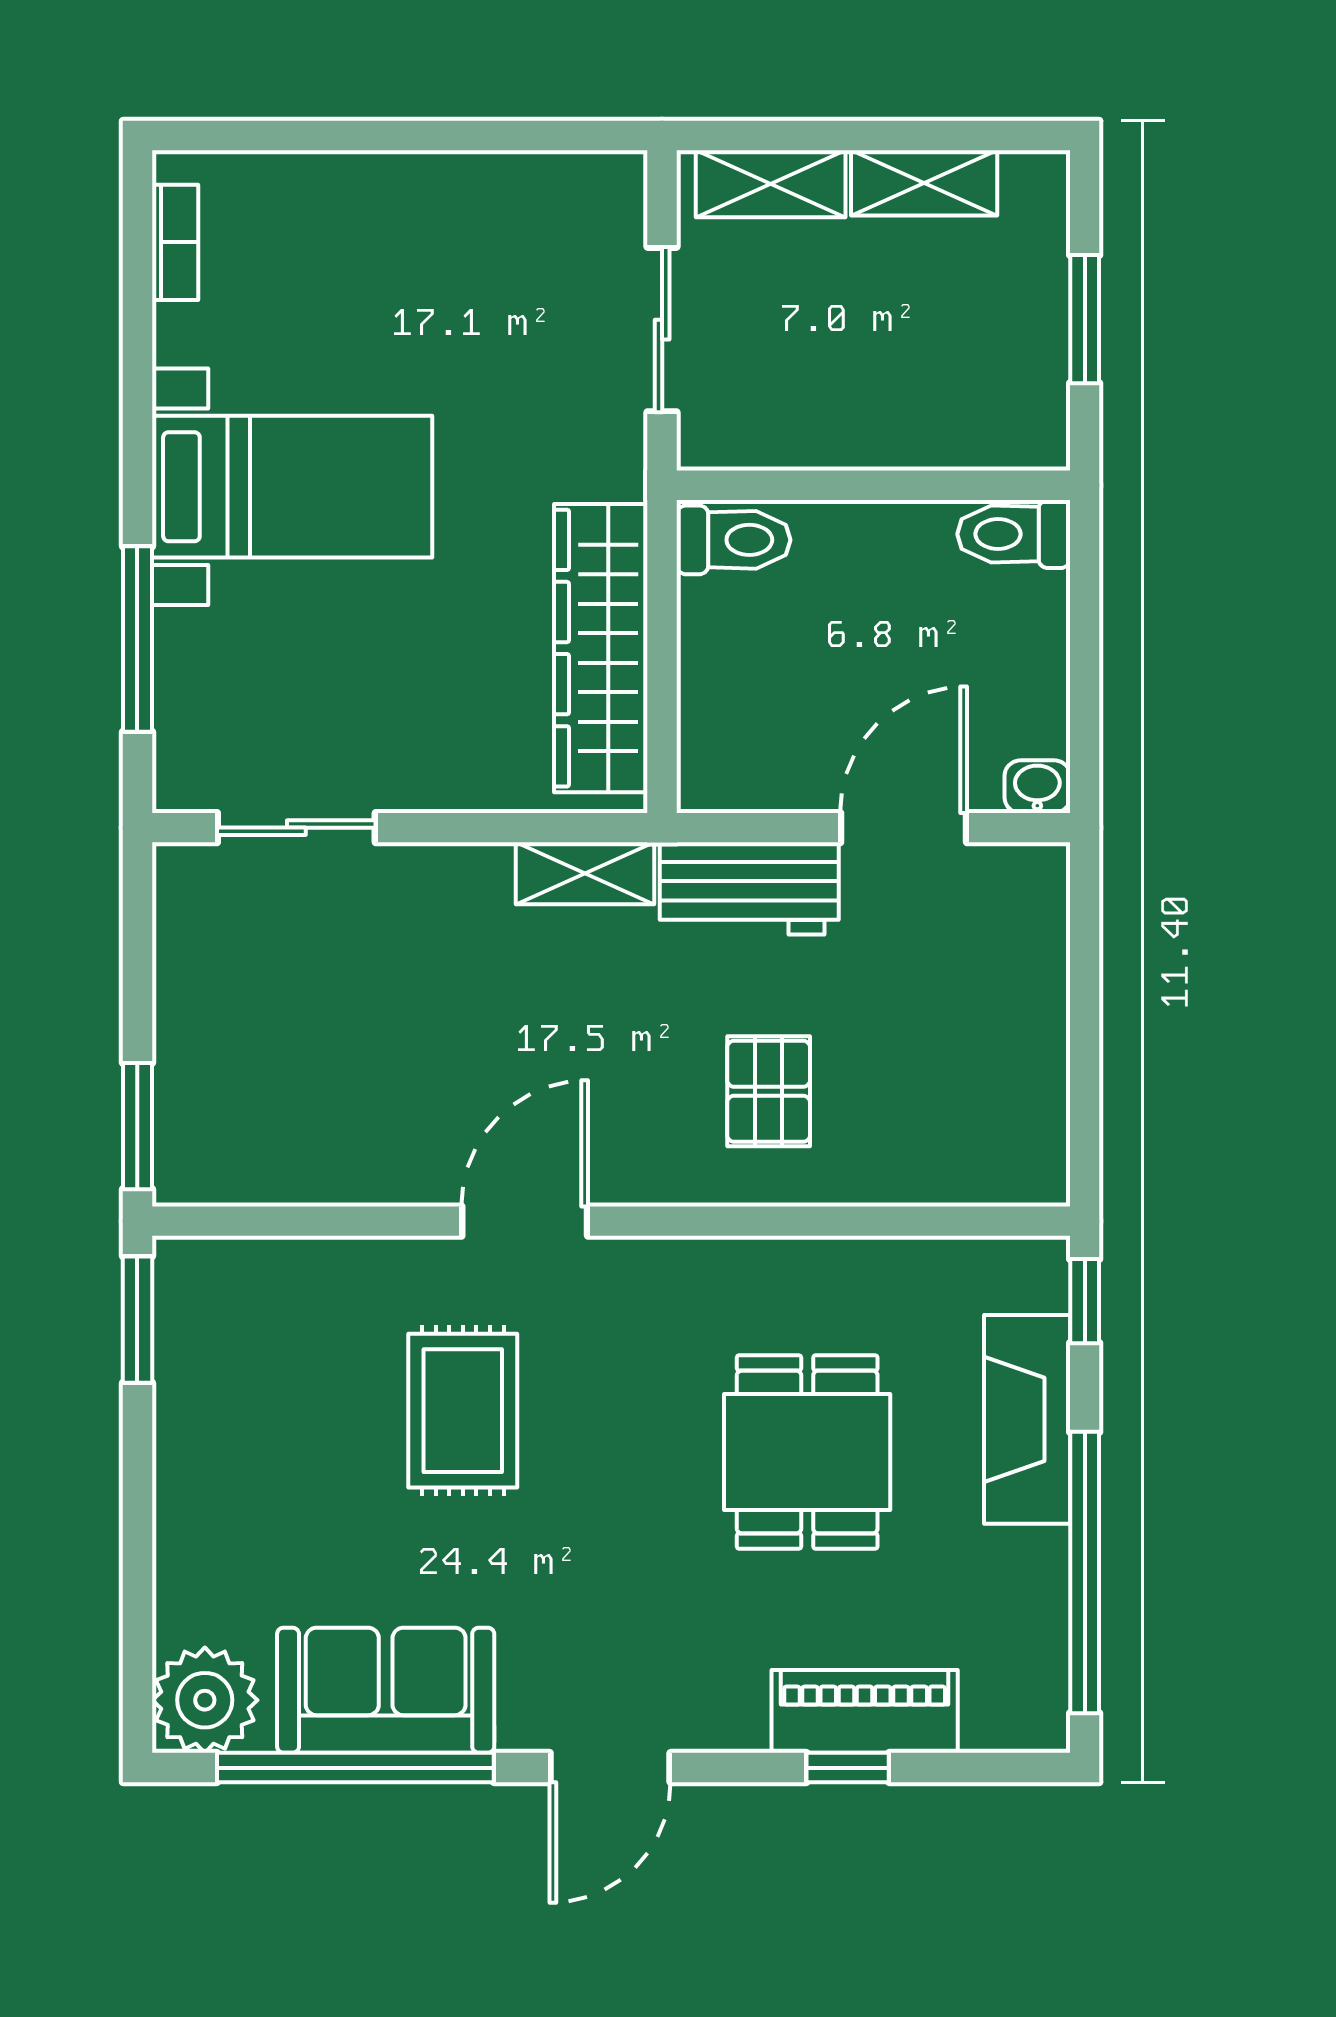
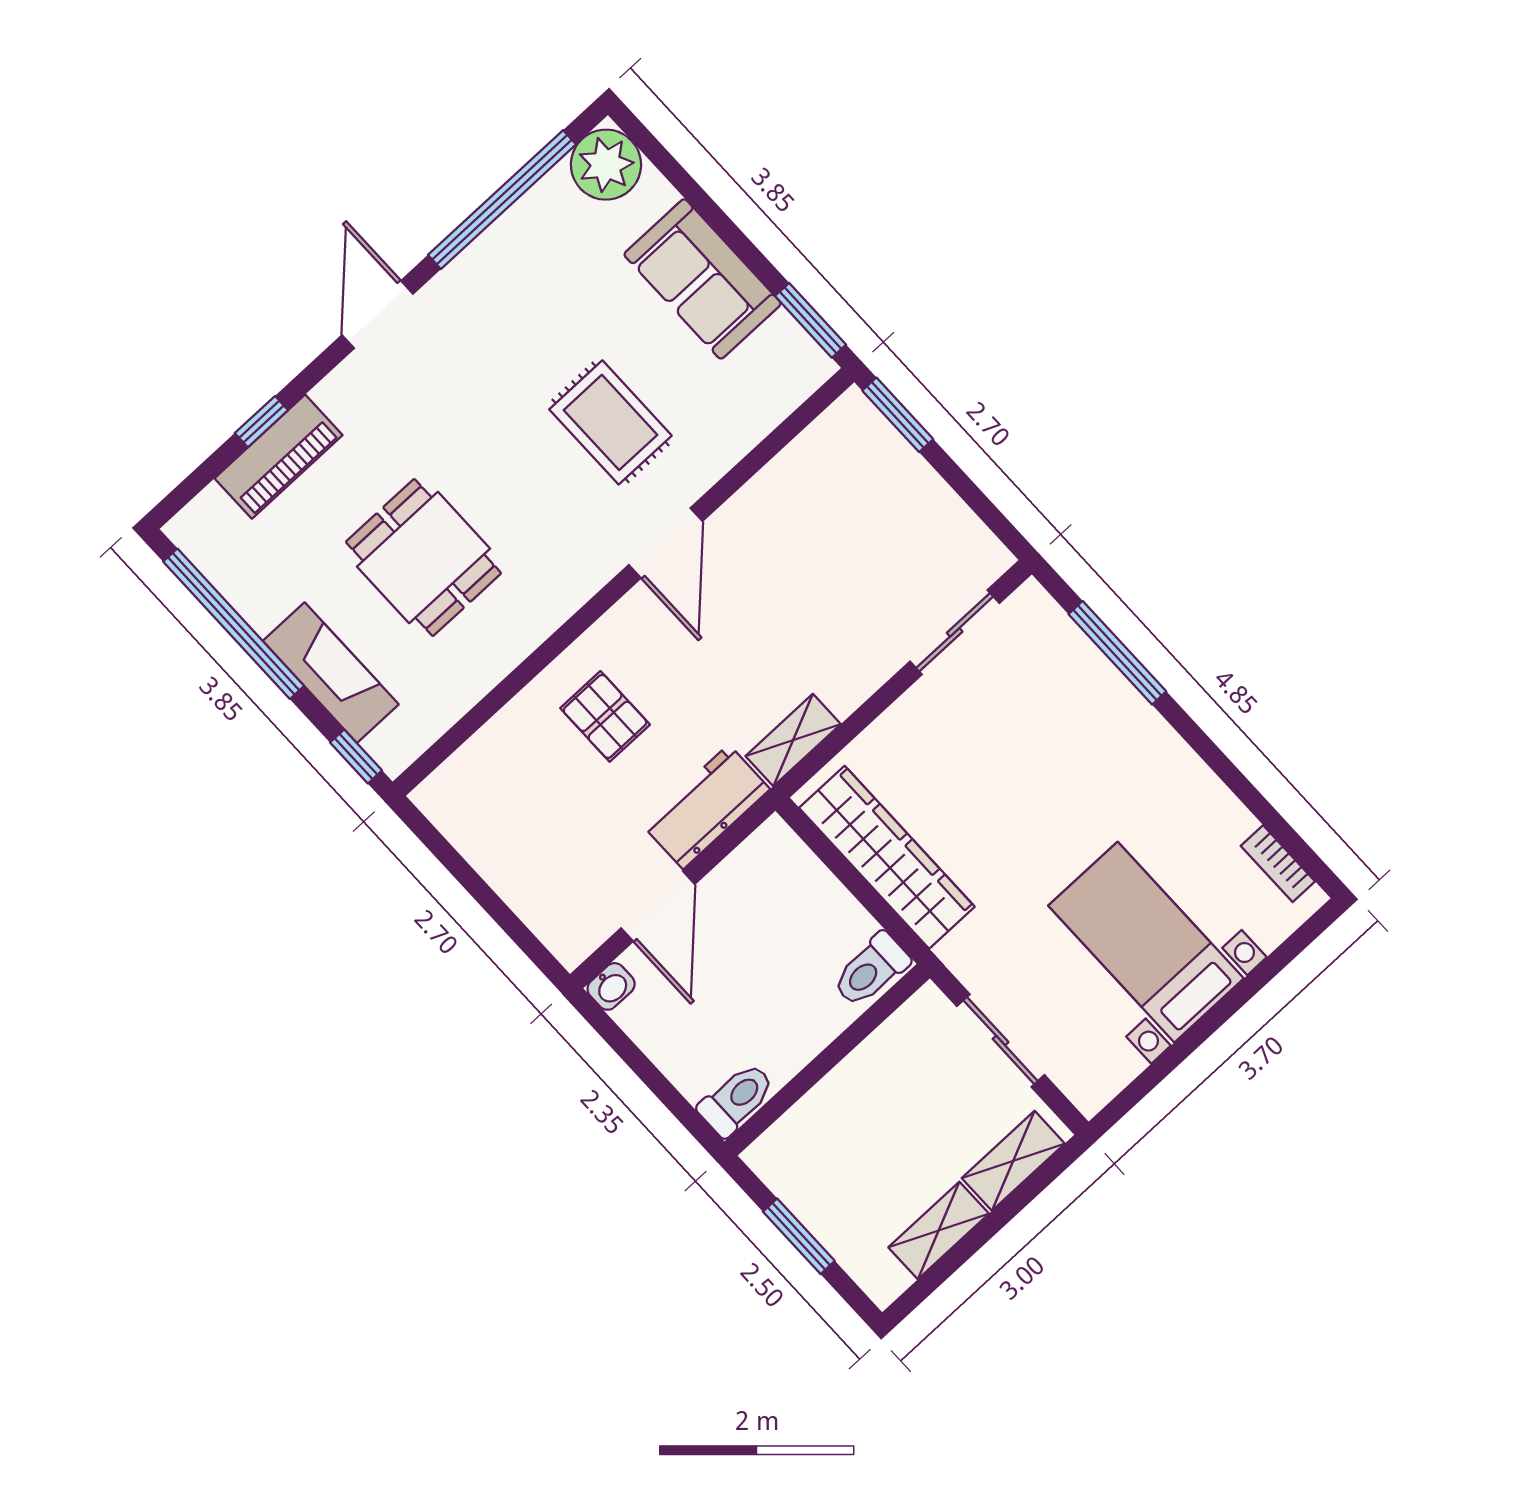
bed with nightstands: (292, 487) -> (1146, 942), moved, turned 90
sofa: (386, 1690) -> (702, 279), moved, turned 90

